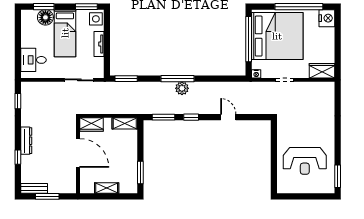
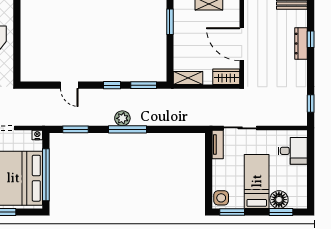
tv unit: (99, 44) -> (218, 144), moved
window: (126, 79) -> (76, 129), moved
dresser: (26, 141) -> (301, 44), moved

